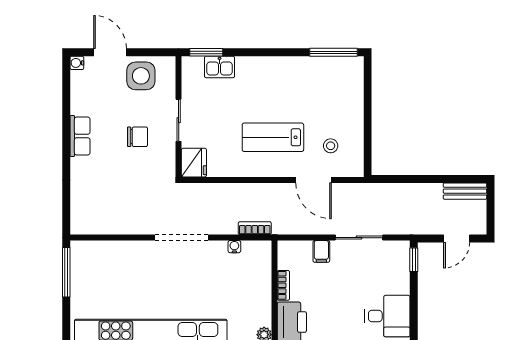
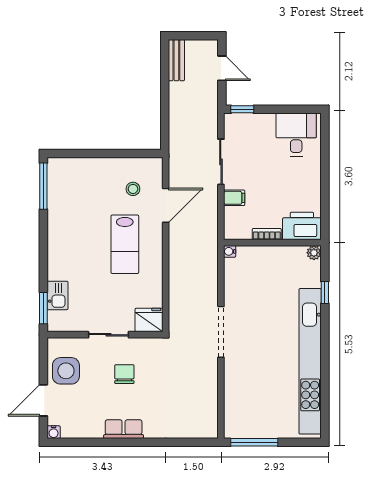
bookcase: (255, 228) -> (212, 262), removed
water cooler: (234, 247) -> (230, 251), moved

